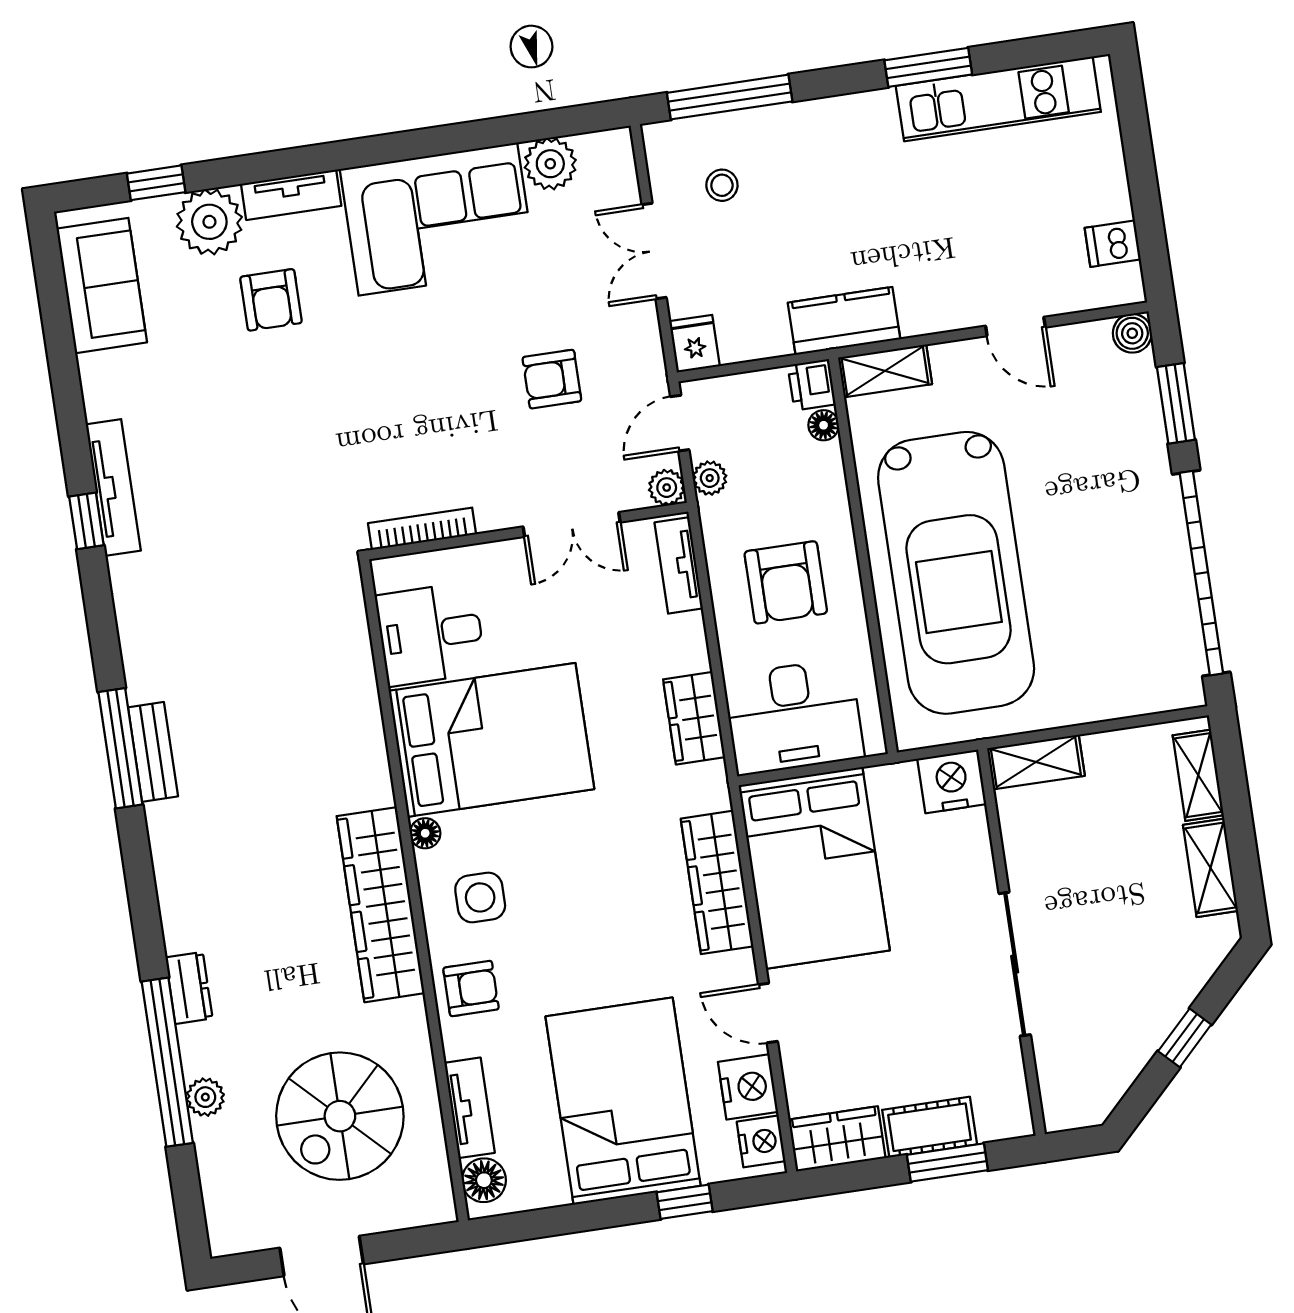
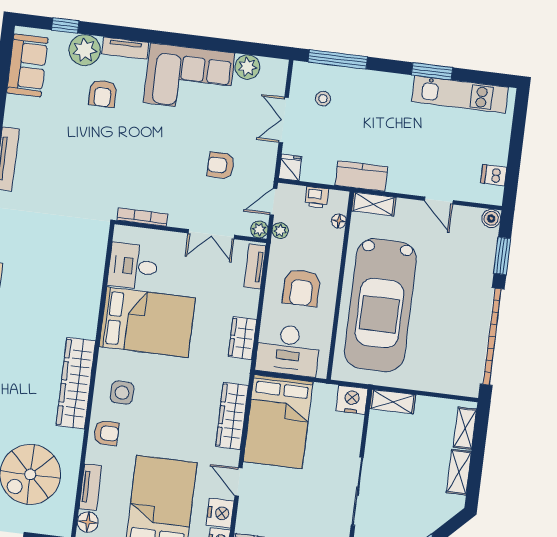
printer: (812, 385) -> (317, 197), moved, turned -90
floor lamp: (425, 833) -> (105, 356), removed

